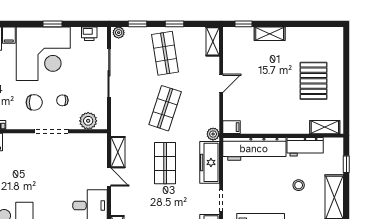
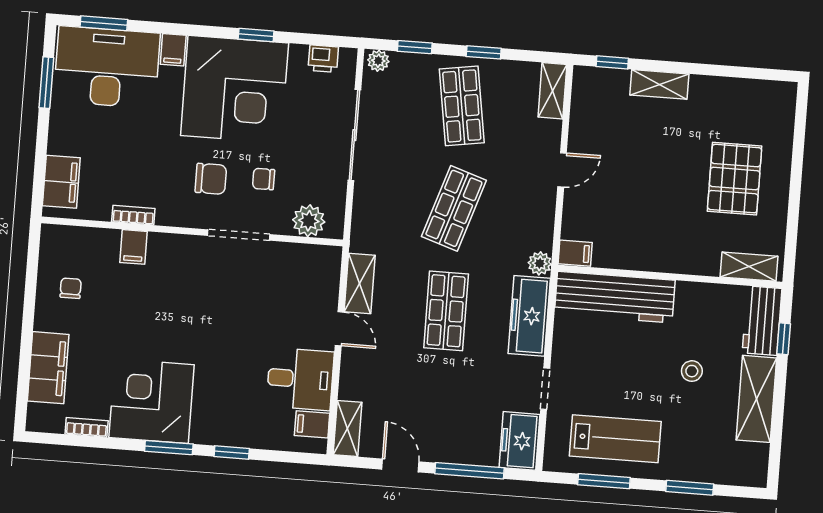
workbench: (305, 147) -> (762, 321), moved, turned 90

